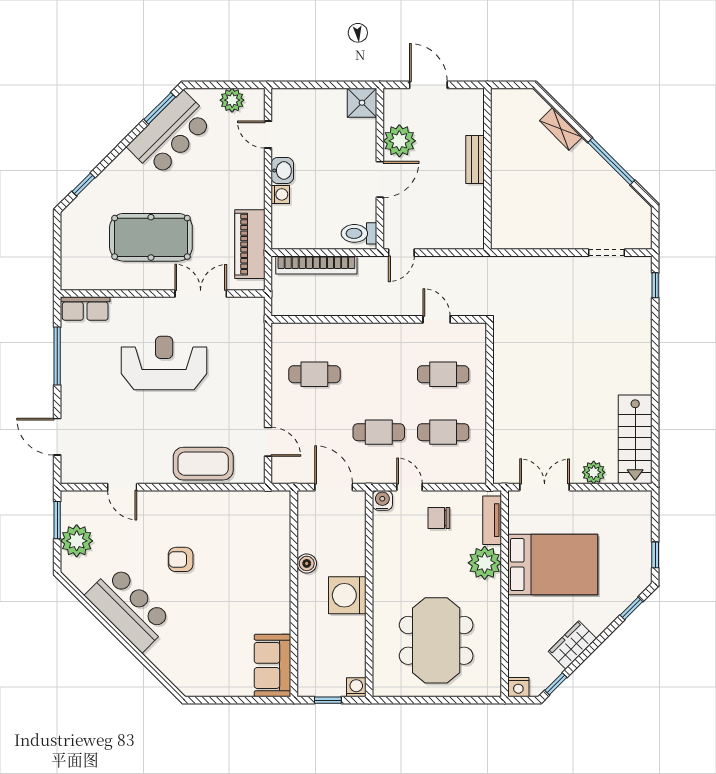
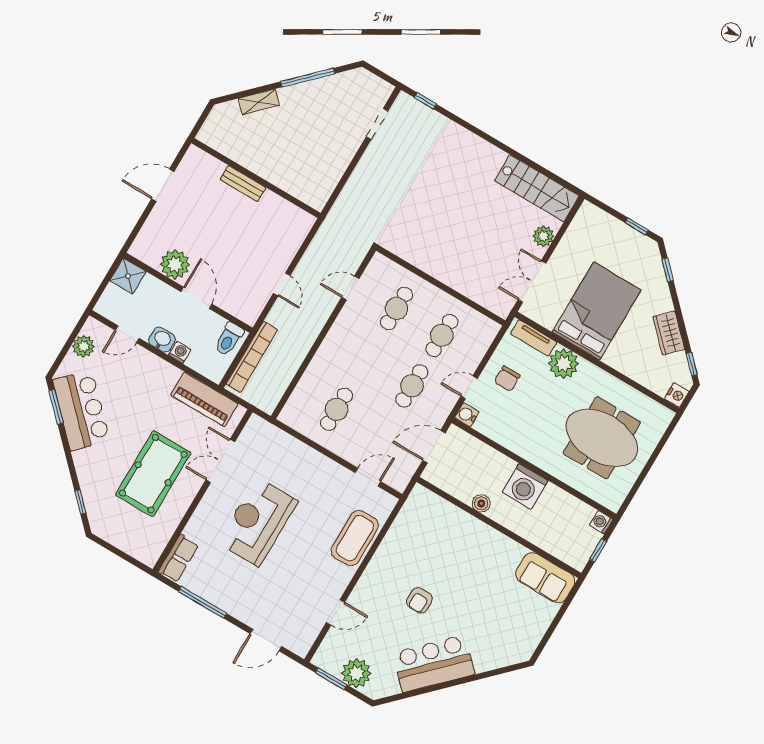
shower: (362, 103) -> (128, 276), moved
plant: (399, 141) -> (175, 264), moved
wall: (380, 169) -> (188, 293), moved
door: (380, 179) -> (196, 298), moved
toilet: (359, 233) -> (229, 339), moved

